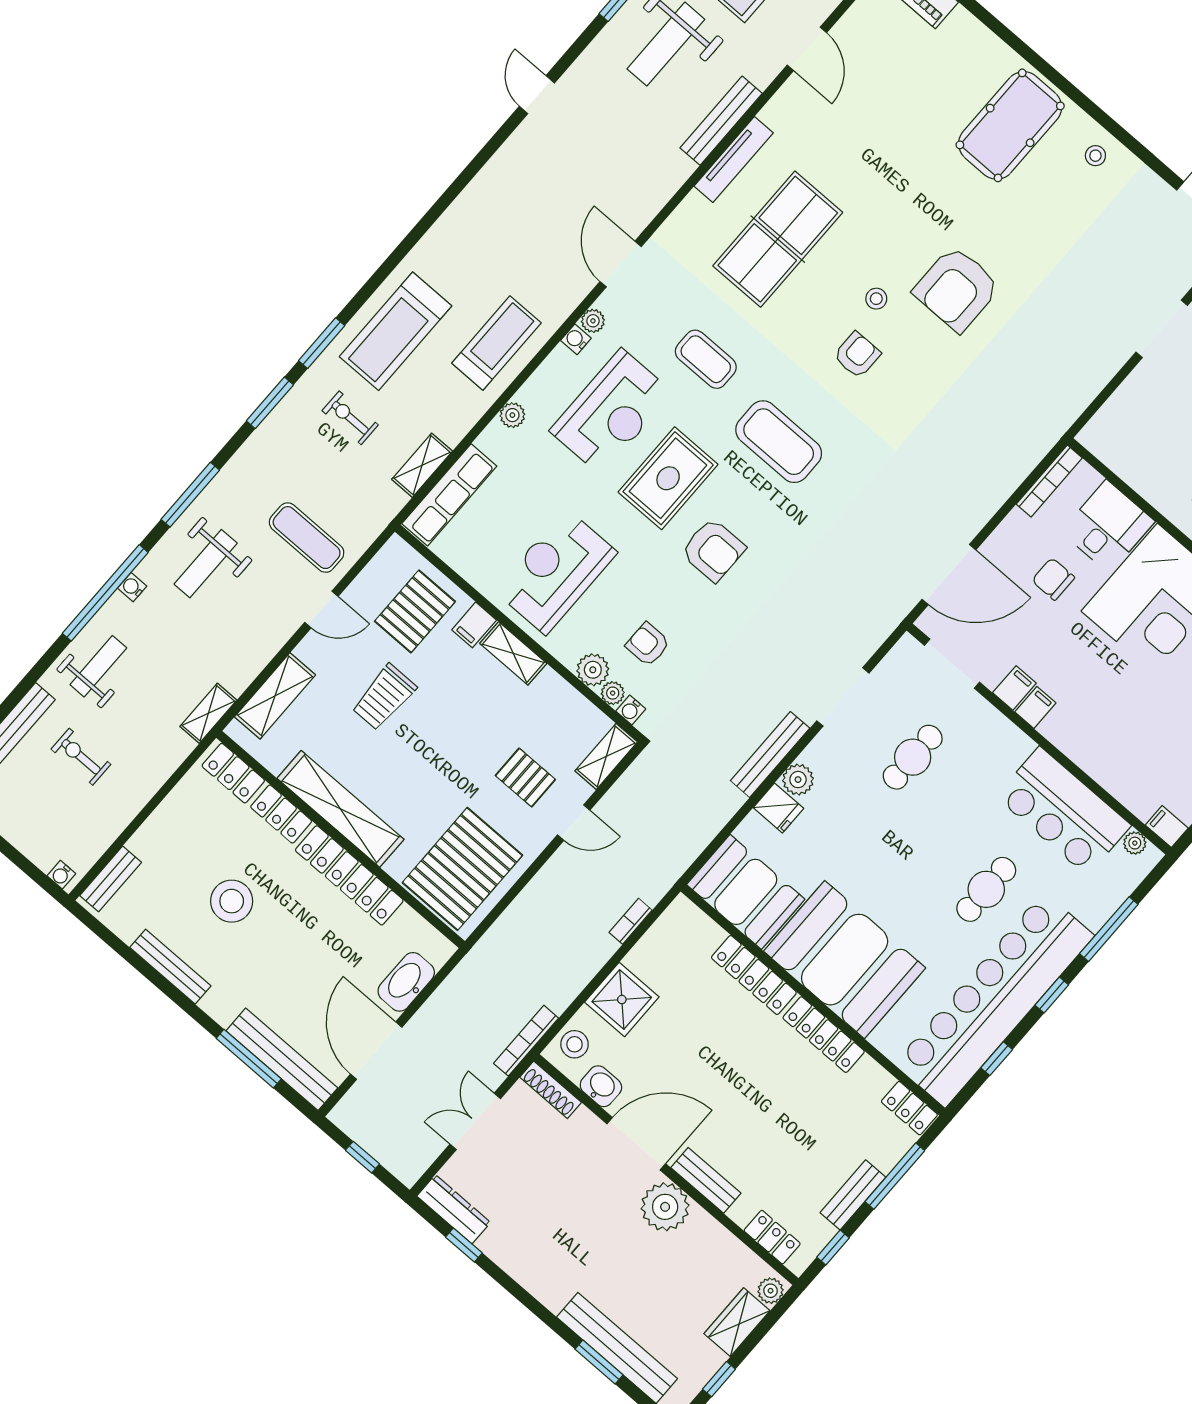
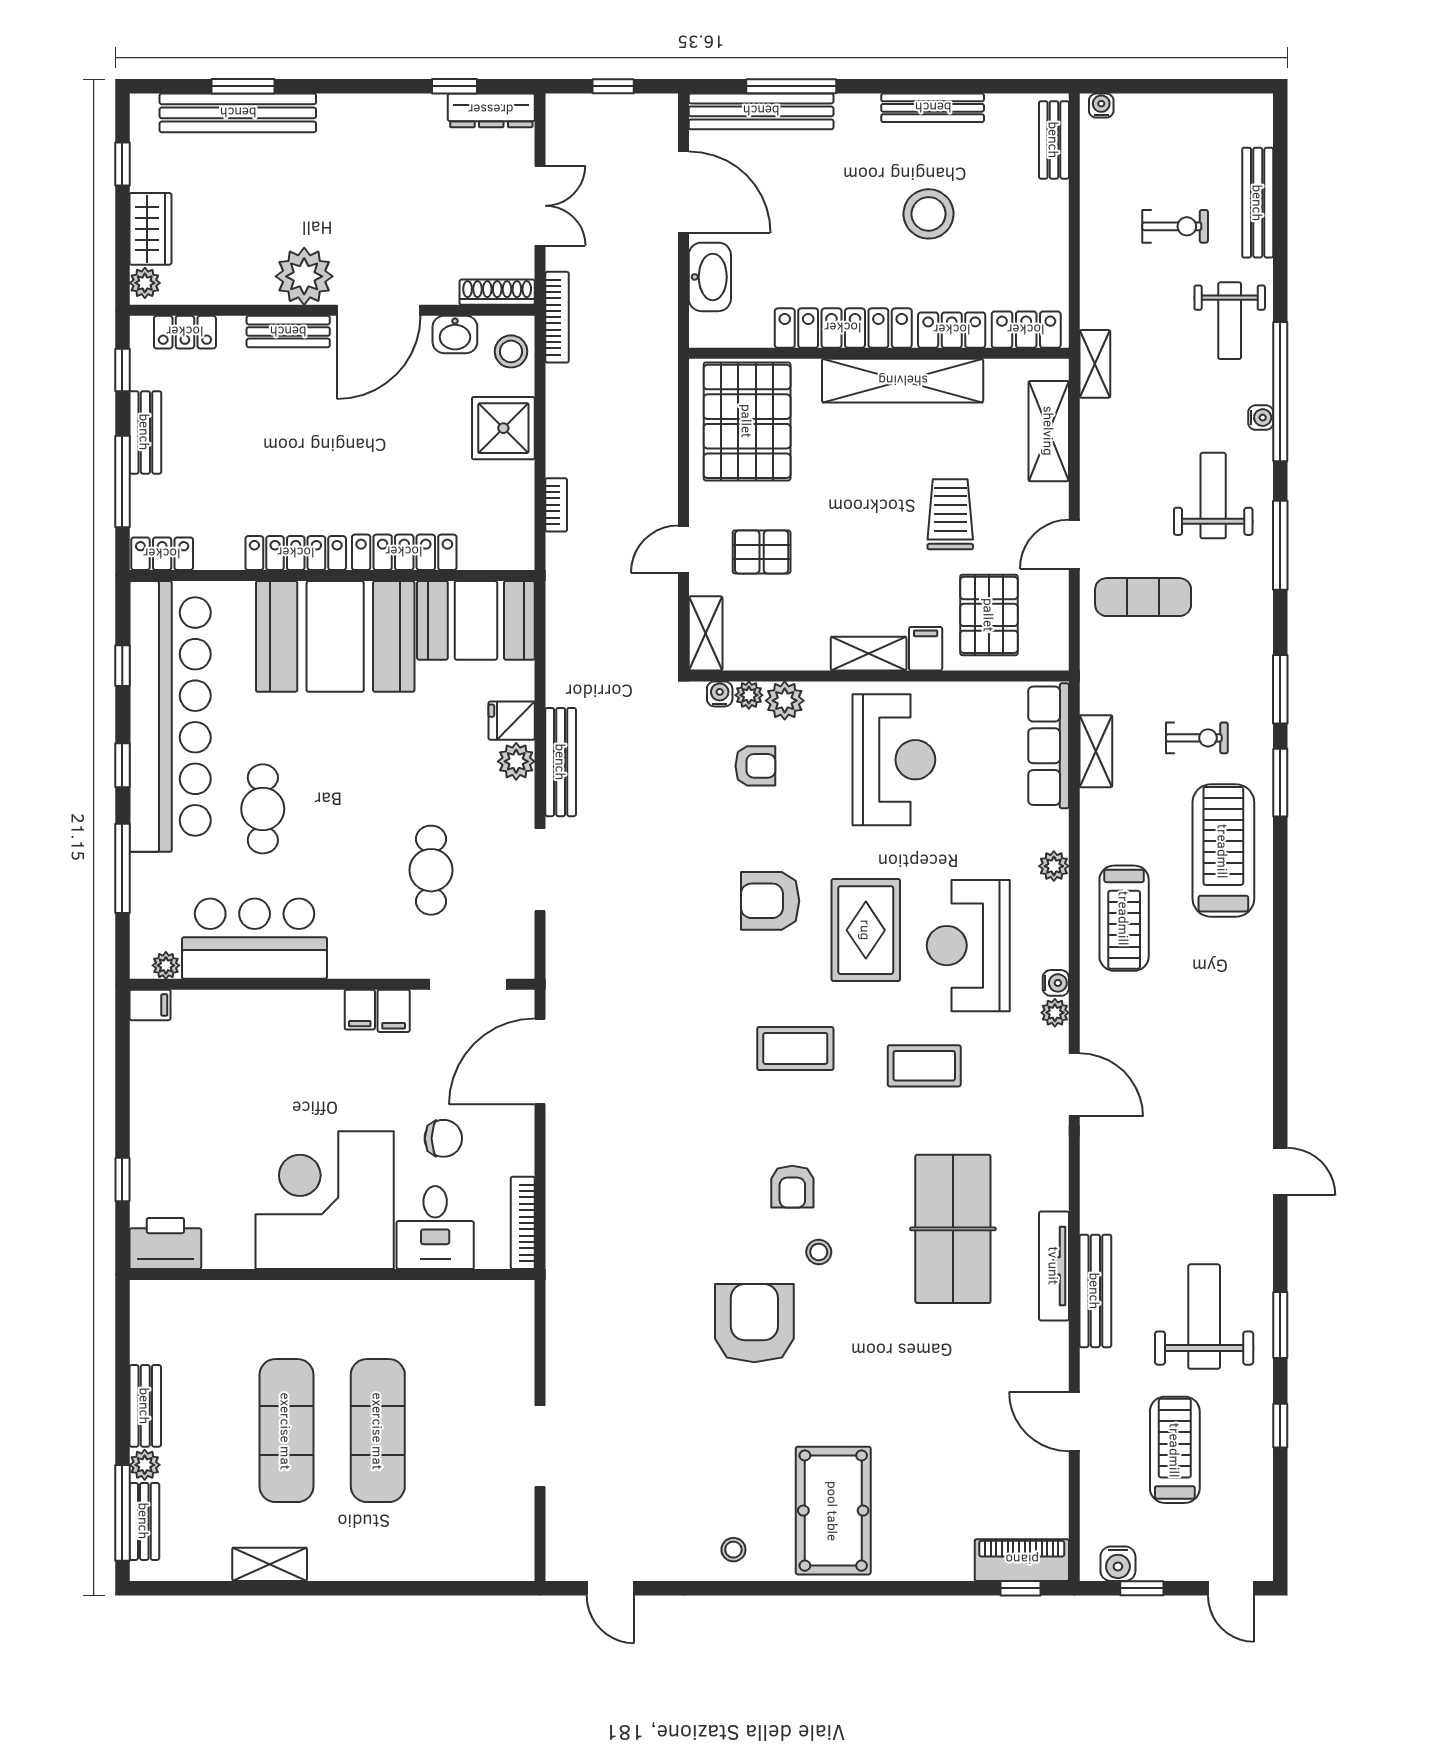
coffee table: (779, 442) -> (795, 1048), width x0.73, depth x0.76

